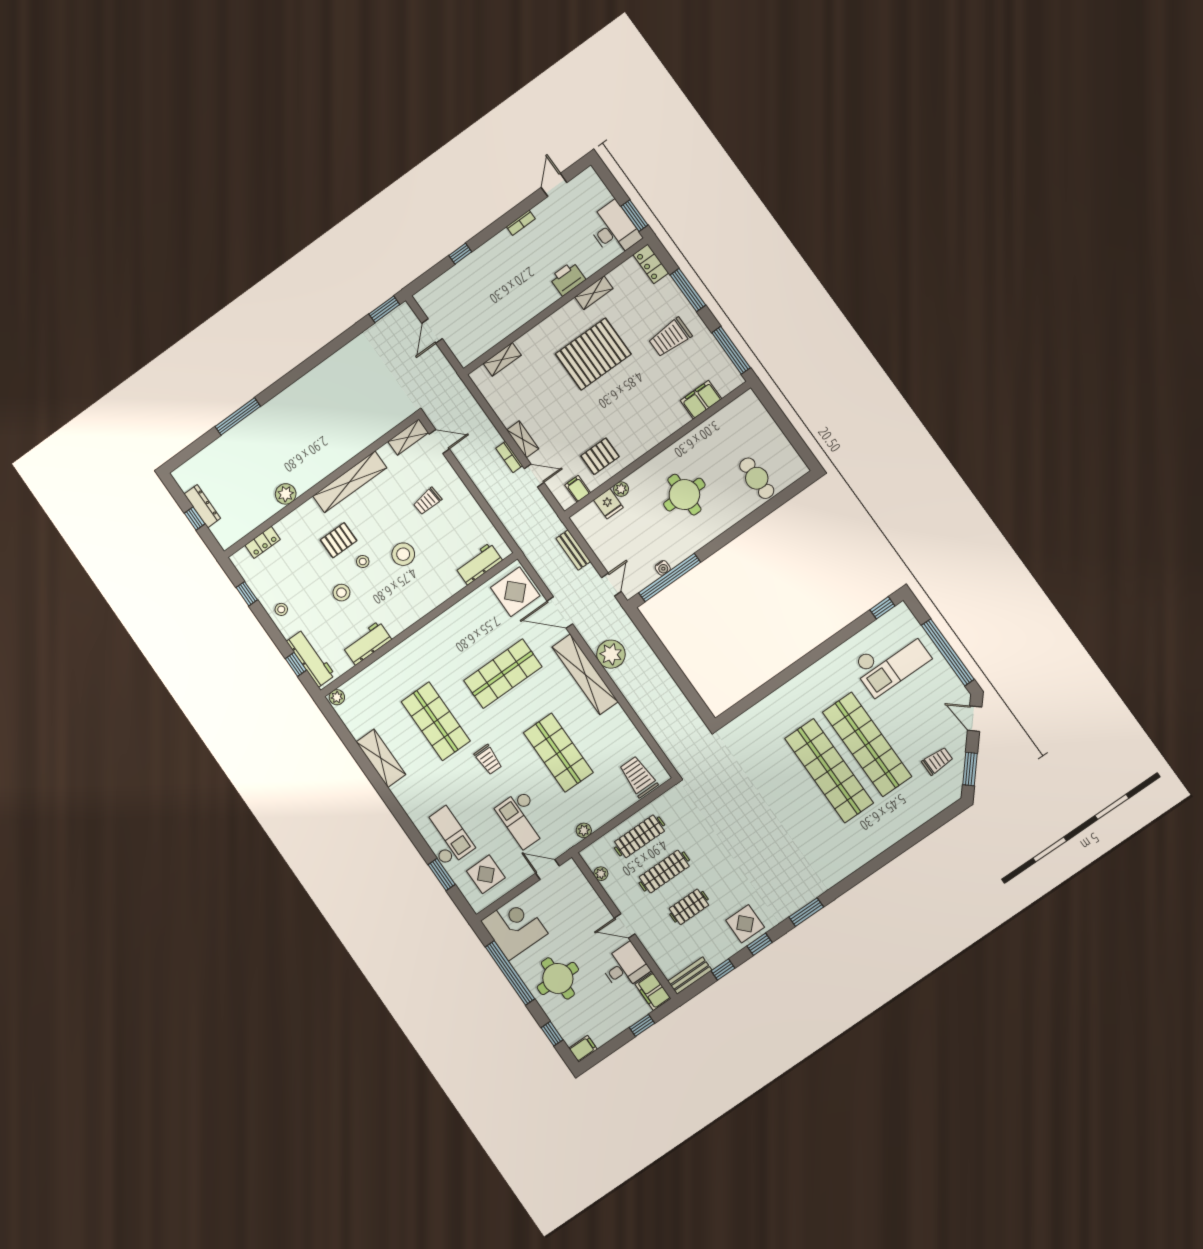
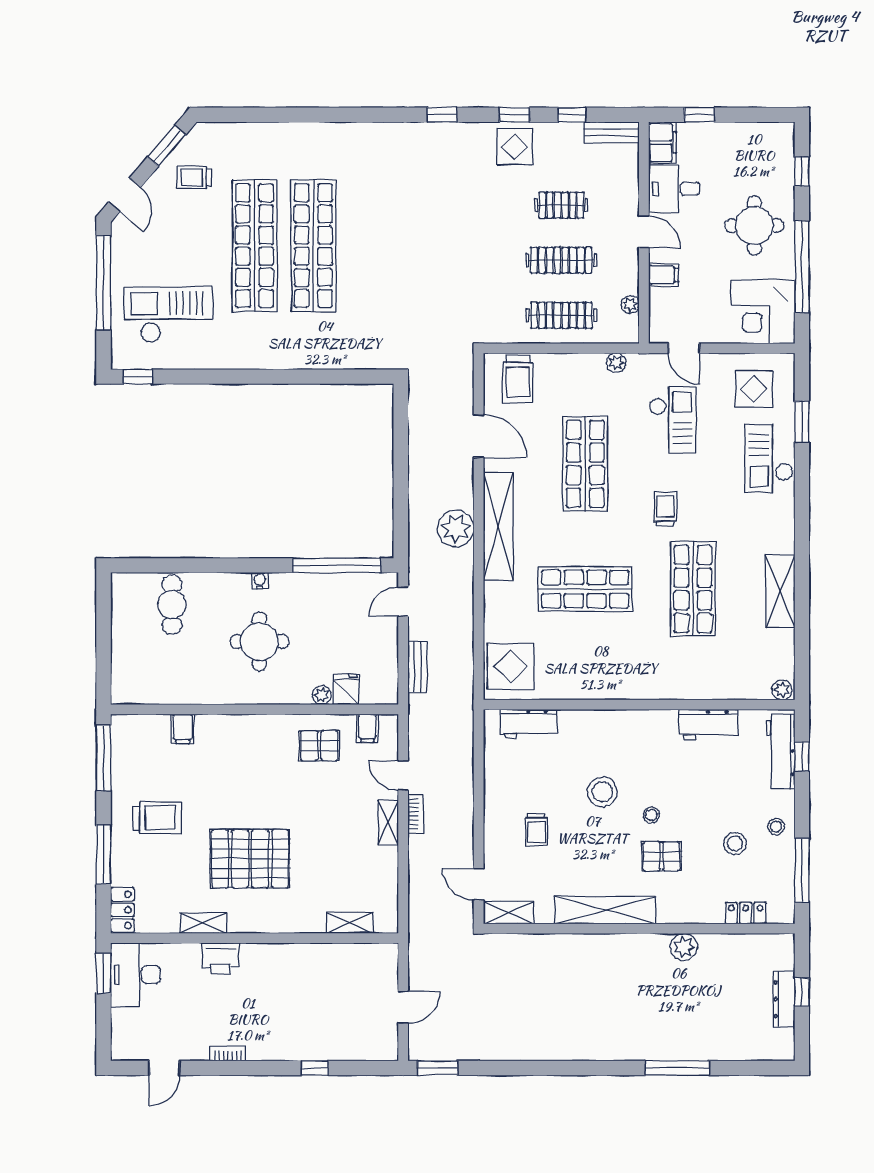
filing cabinet: (701, 400) -> (183, 729), width x0.50
trolley: (427, 501) -> (536, 830), turned 95
water cooler: (663, 568) -> (260, 581), moved
stool: (341, 593) -> (735, 843), moved
window: (247, 594) -> (802, 870), width x2.17
door: (560, 612) -> (479, 436), moved
window: (806, 912) -> (442, 115), width x0.67
filing cabinet: (583, 1049) -> (663, 275), moved, turned 180

